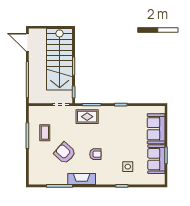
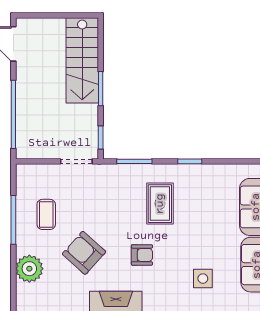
stairs: (60, 59) -> (82, 60), width x0.73, depth x0.66
rug: (87, 117) -> (160, 204), moved, turned 90
plant: (36, 161) -> (29, 269), added

